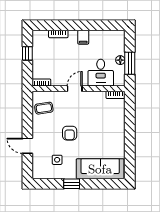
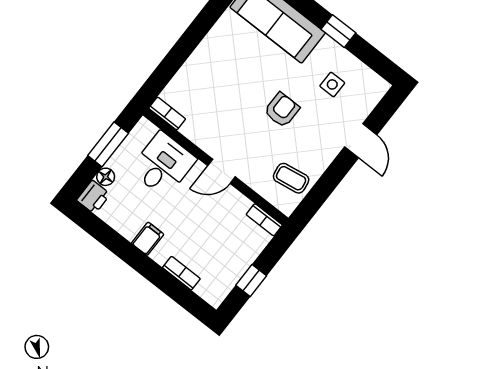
printer: (119, 37) -> (93, 197), added
floor lamp: (120, 60) -> (106, 177), moved

